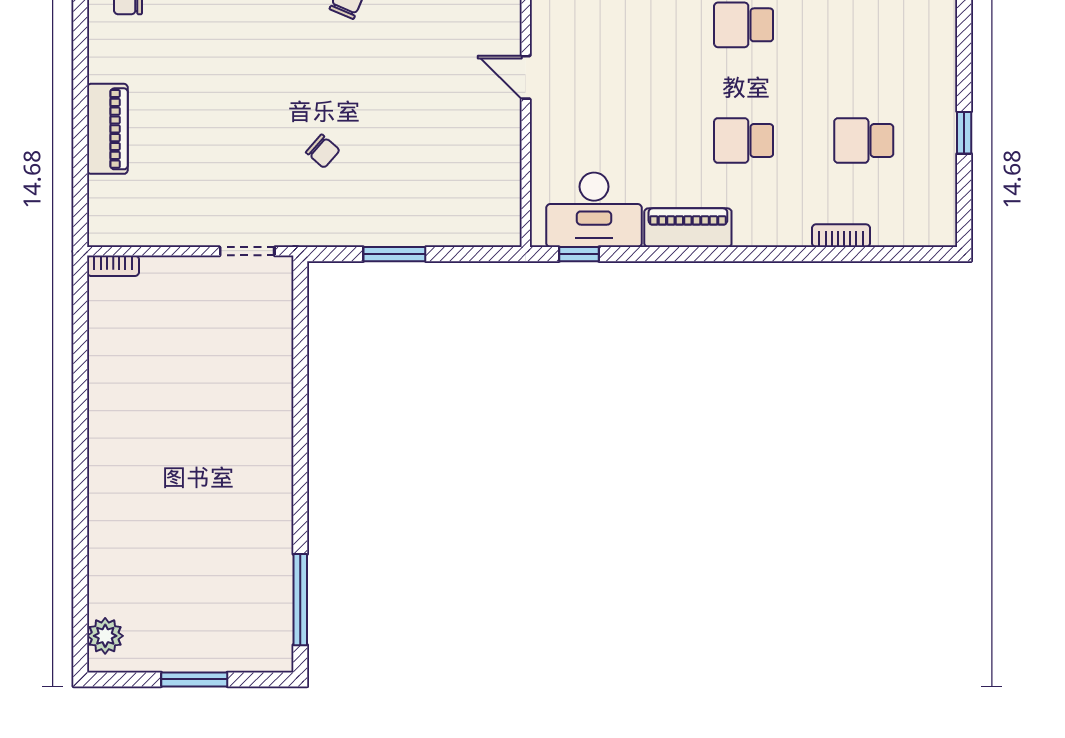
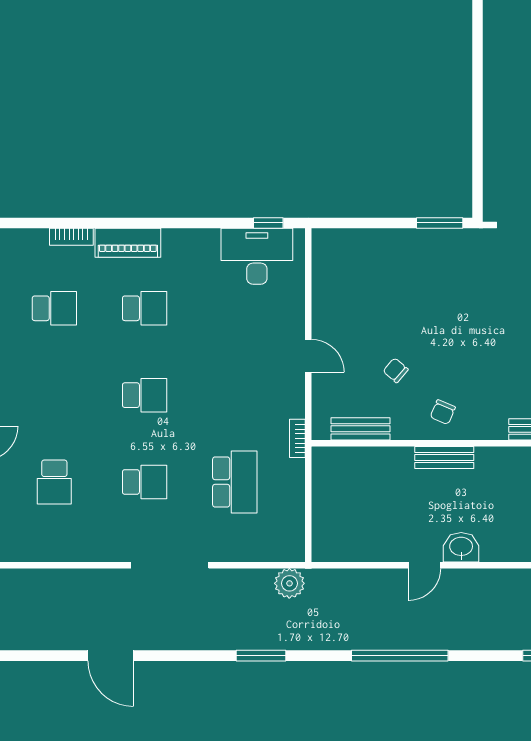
chair: (323, 151) -> (396, 370), moved
piano: (688, 228) -> (128, 243), moved
window: (394, 254) -> (440, 223), moved

